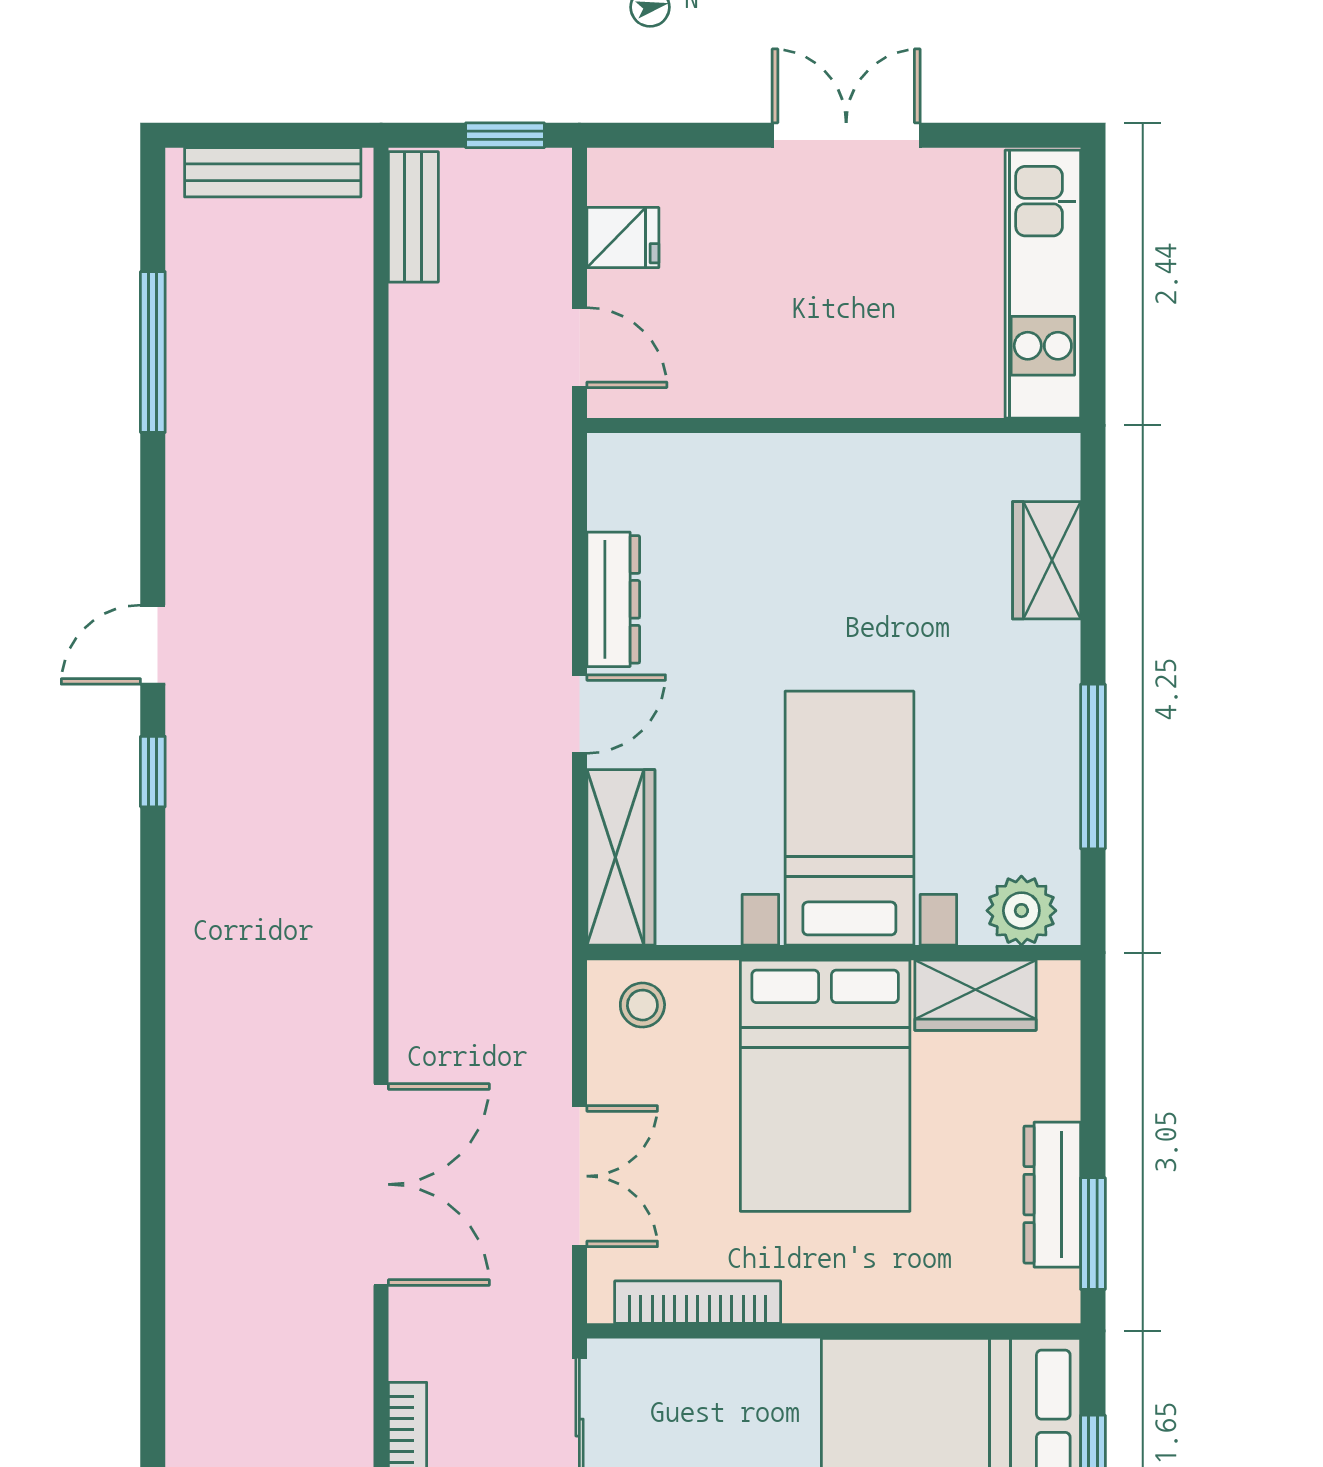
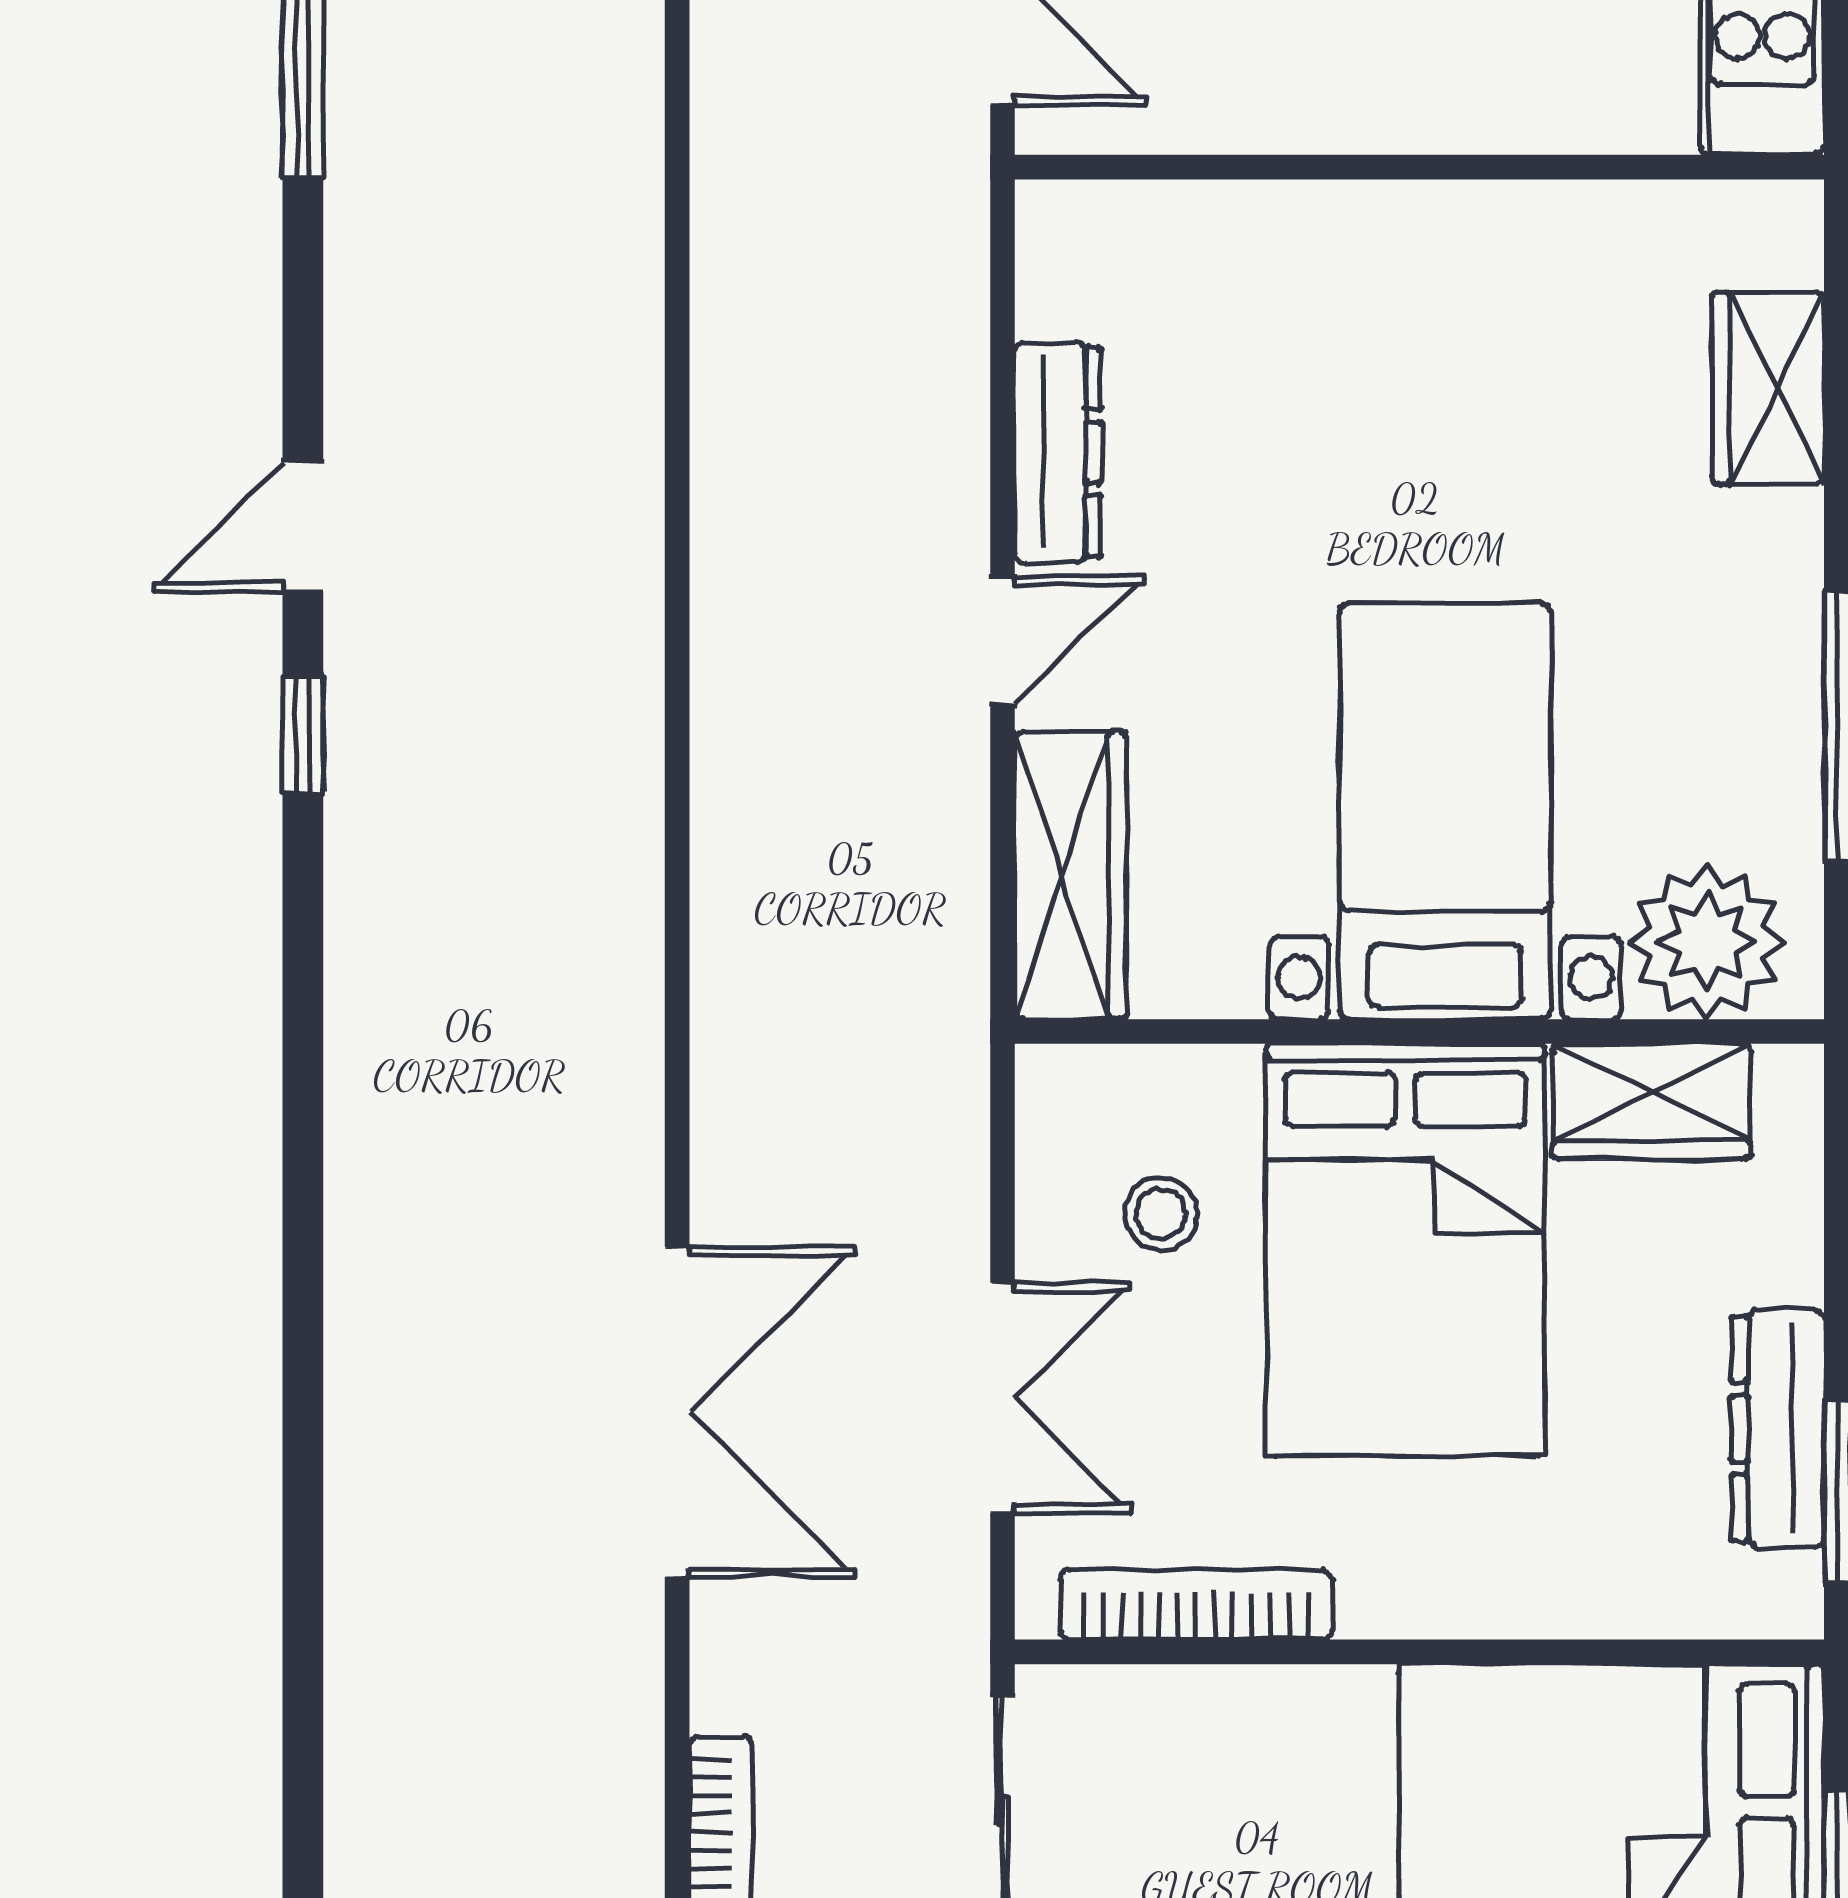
plant: (1021, 911) -> (1707, 942), width x1.36, depth x1.36
stool: (642, 1005) -> (1161, 1214), moved

